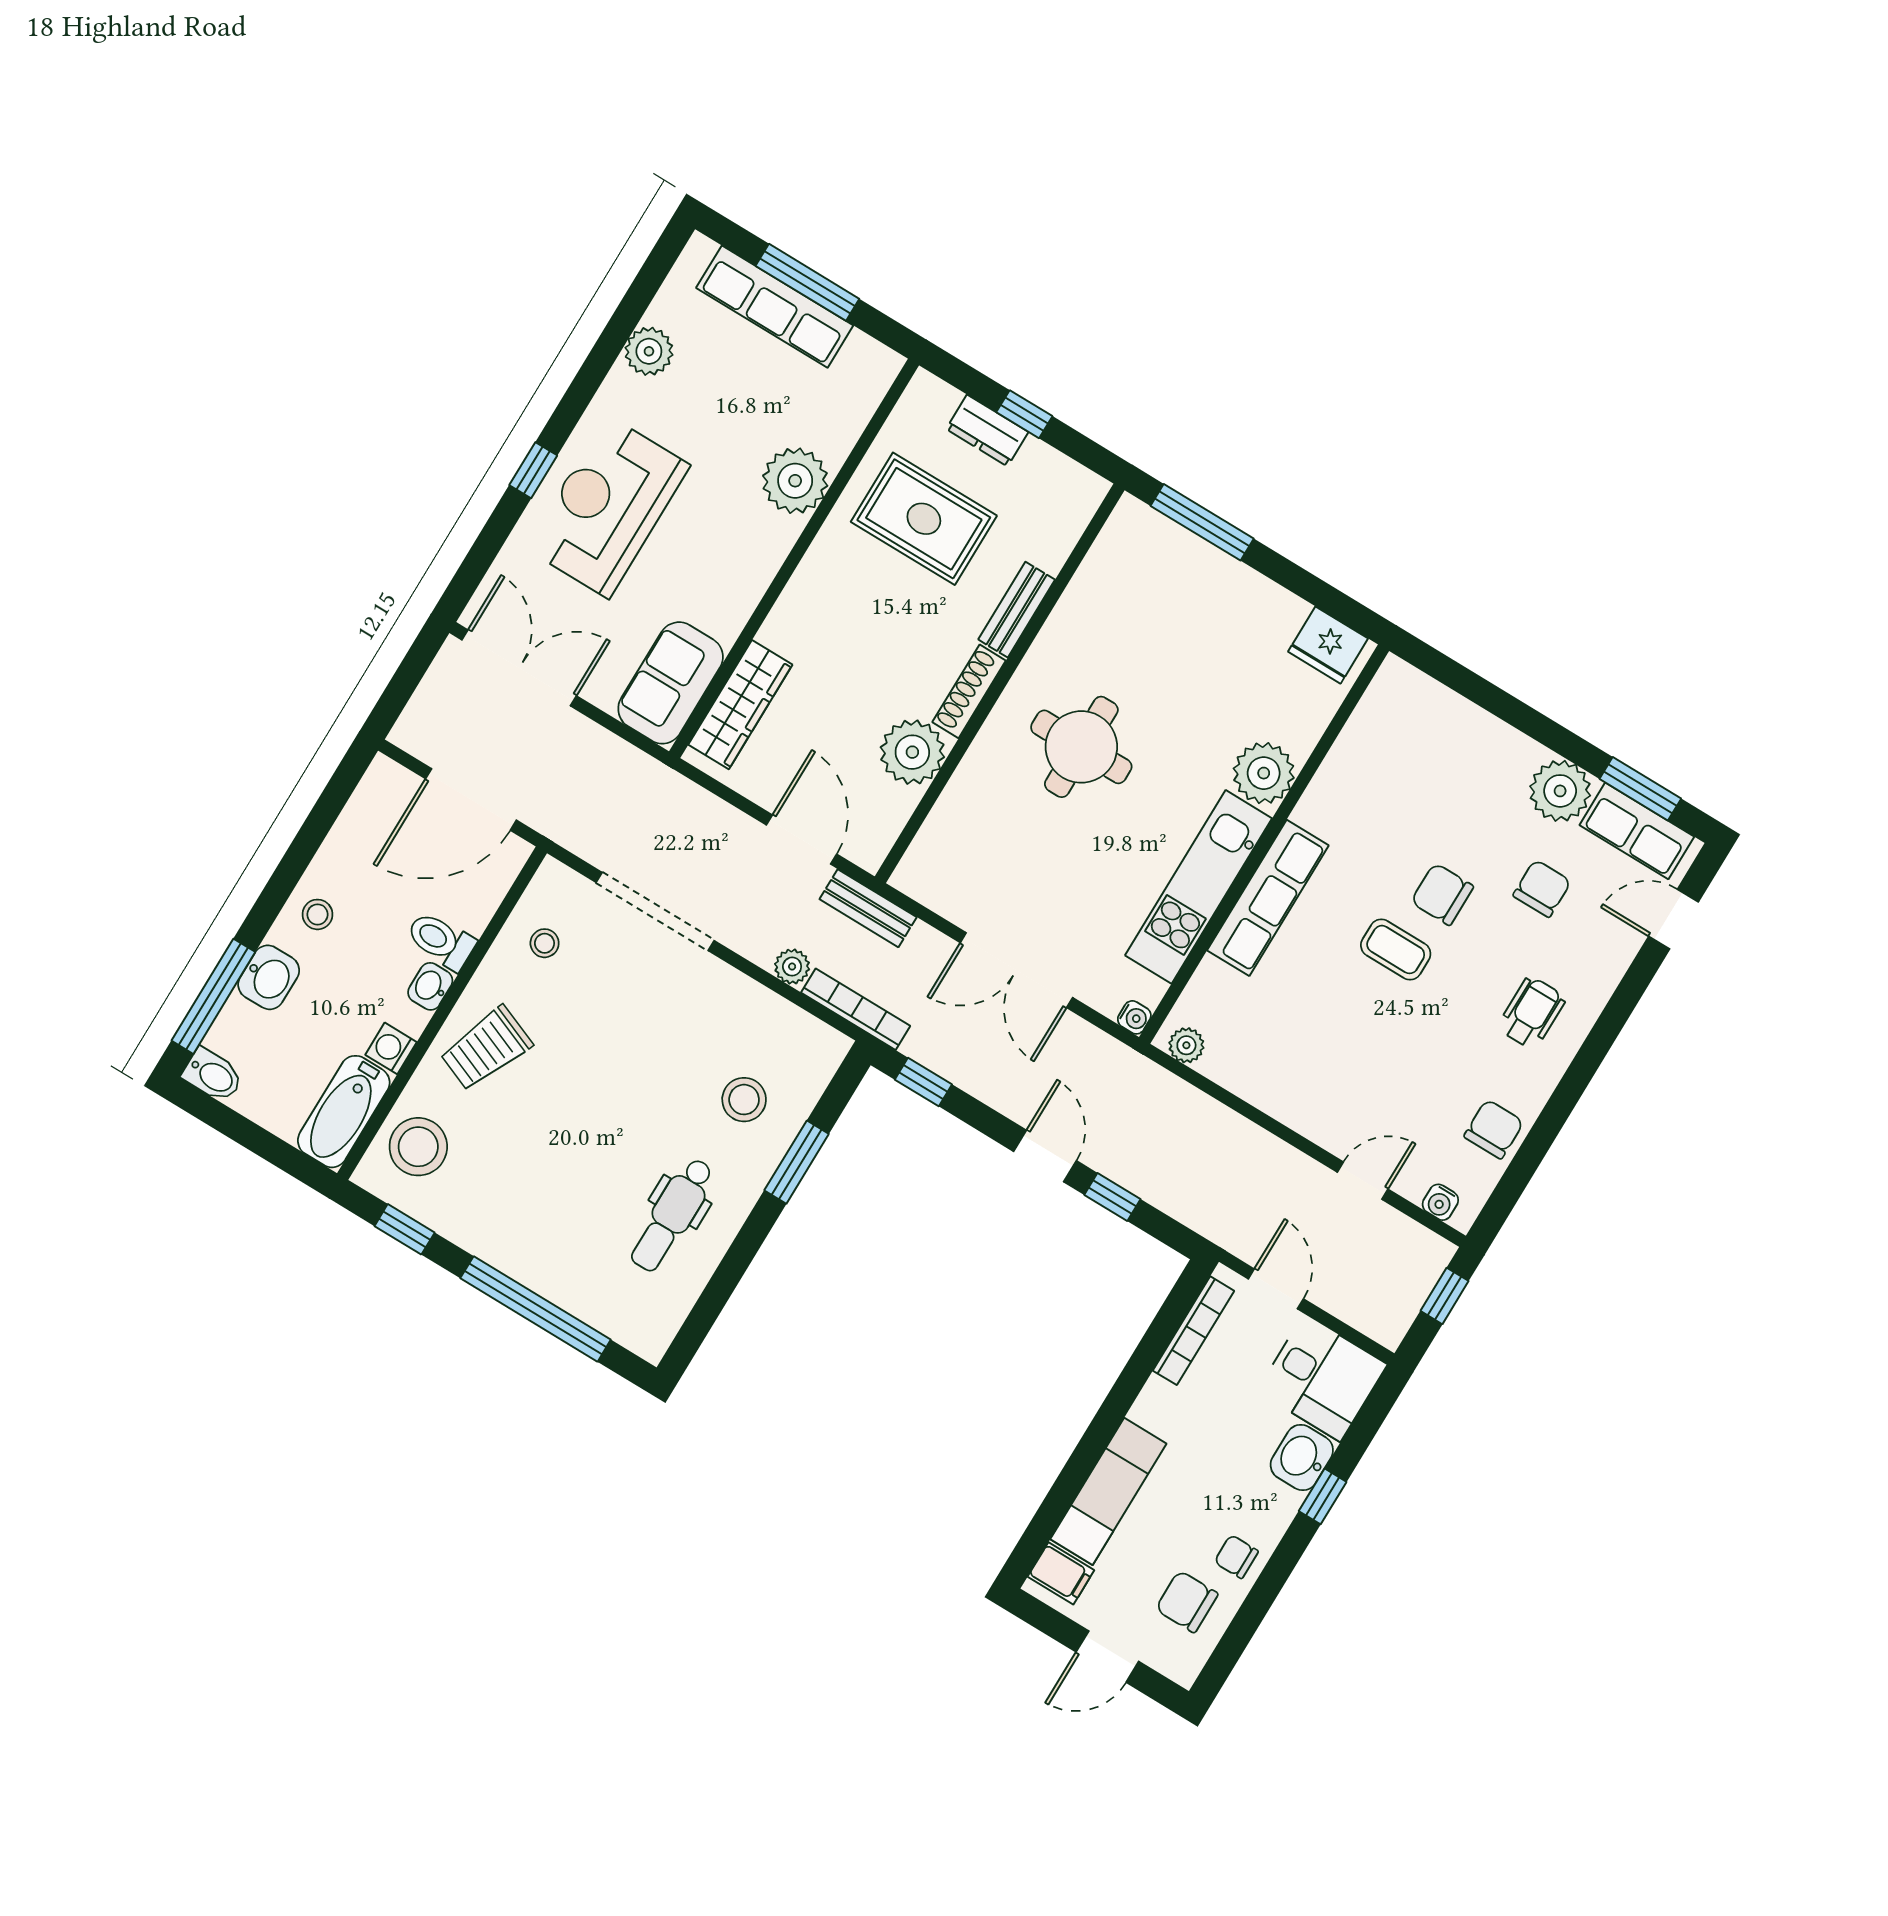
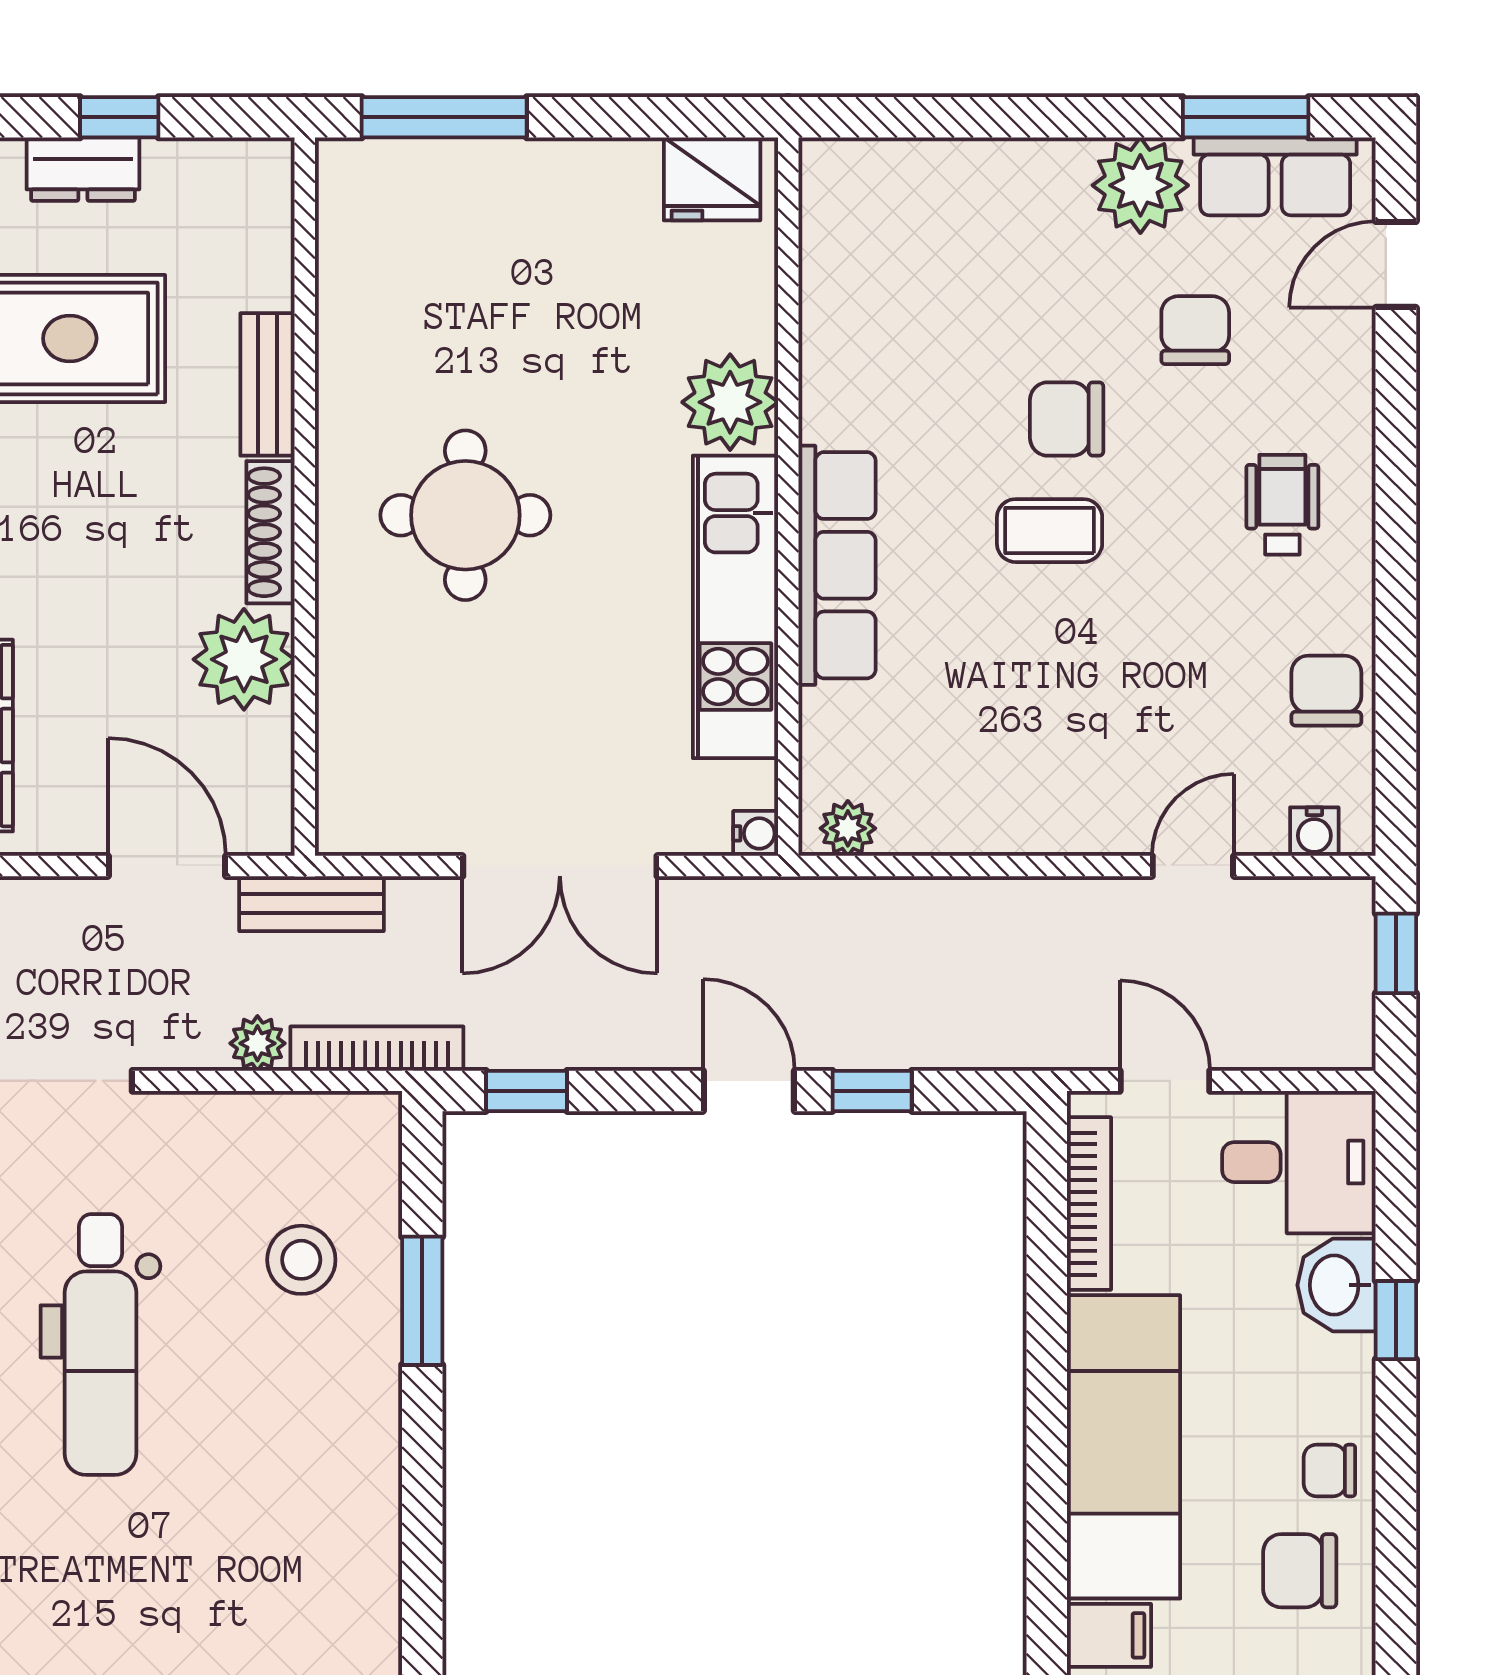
dental chair: (672, 1215) -> (100, 1344), moved, width x1.36, depth x1.38
exam couch: (1108, 1491) -> (1124, 1447), width x1.36, depth x1.45

